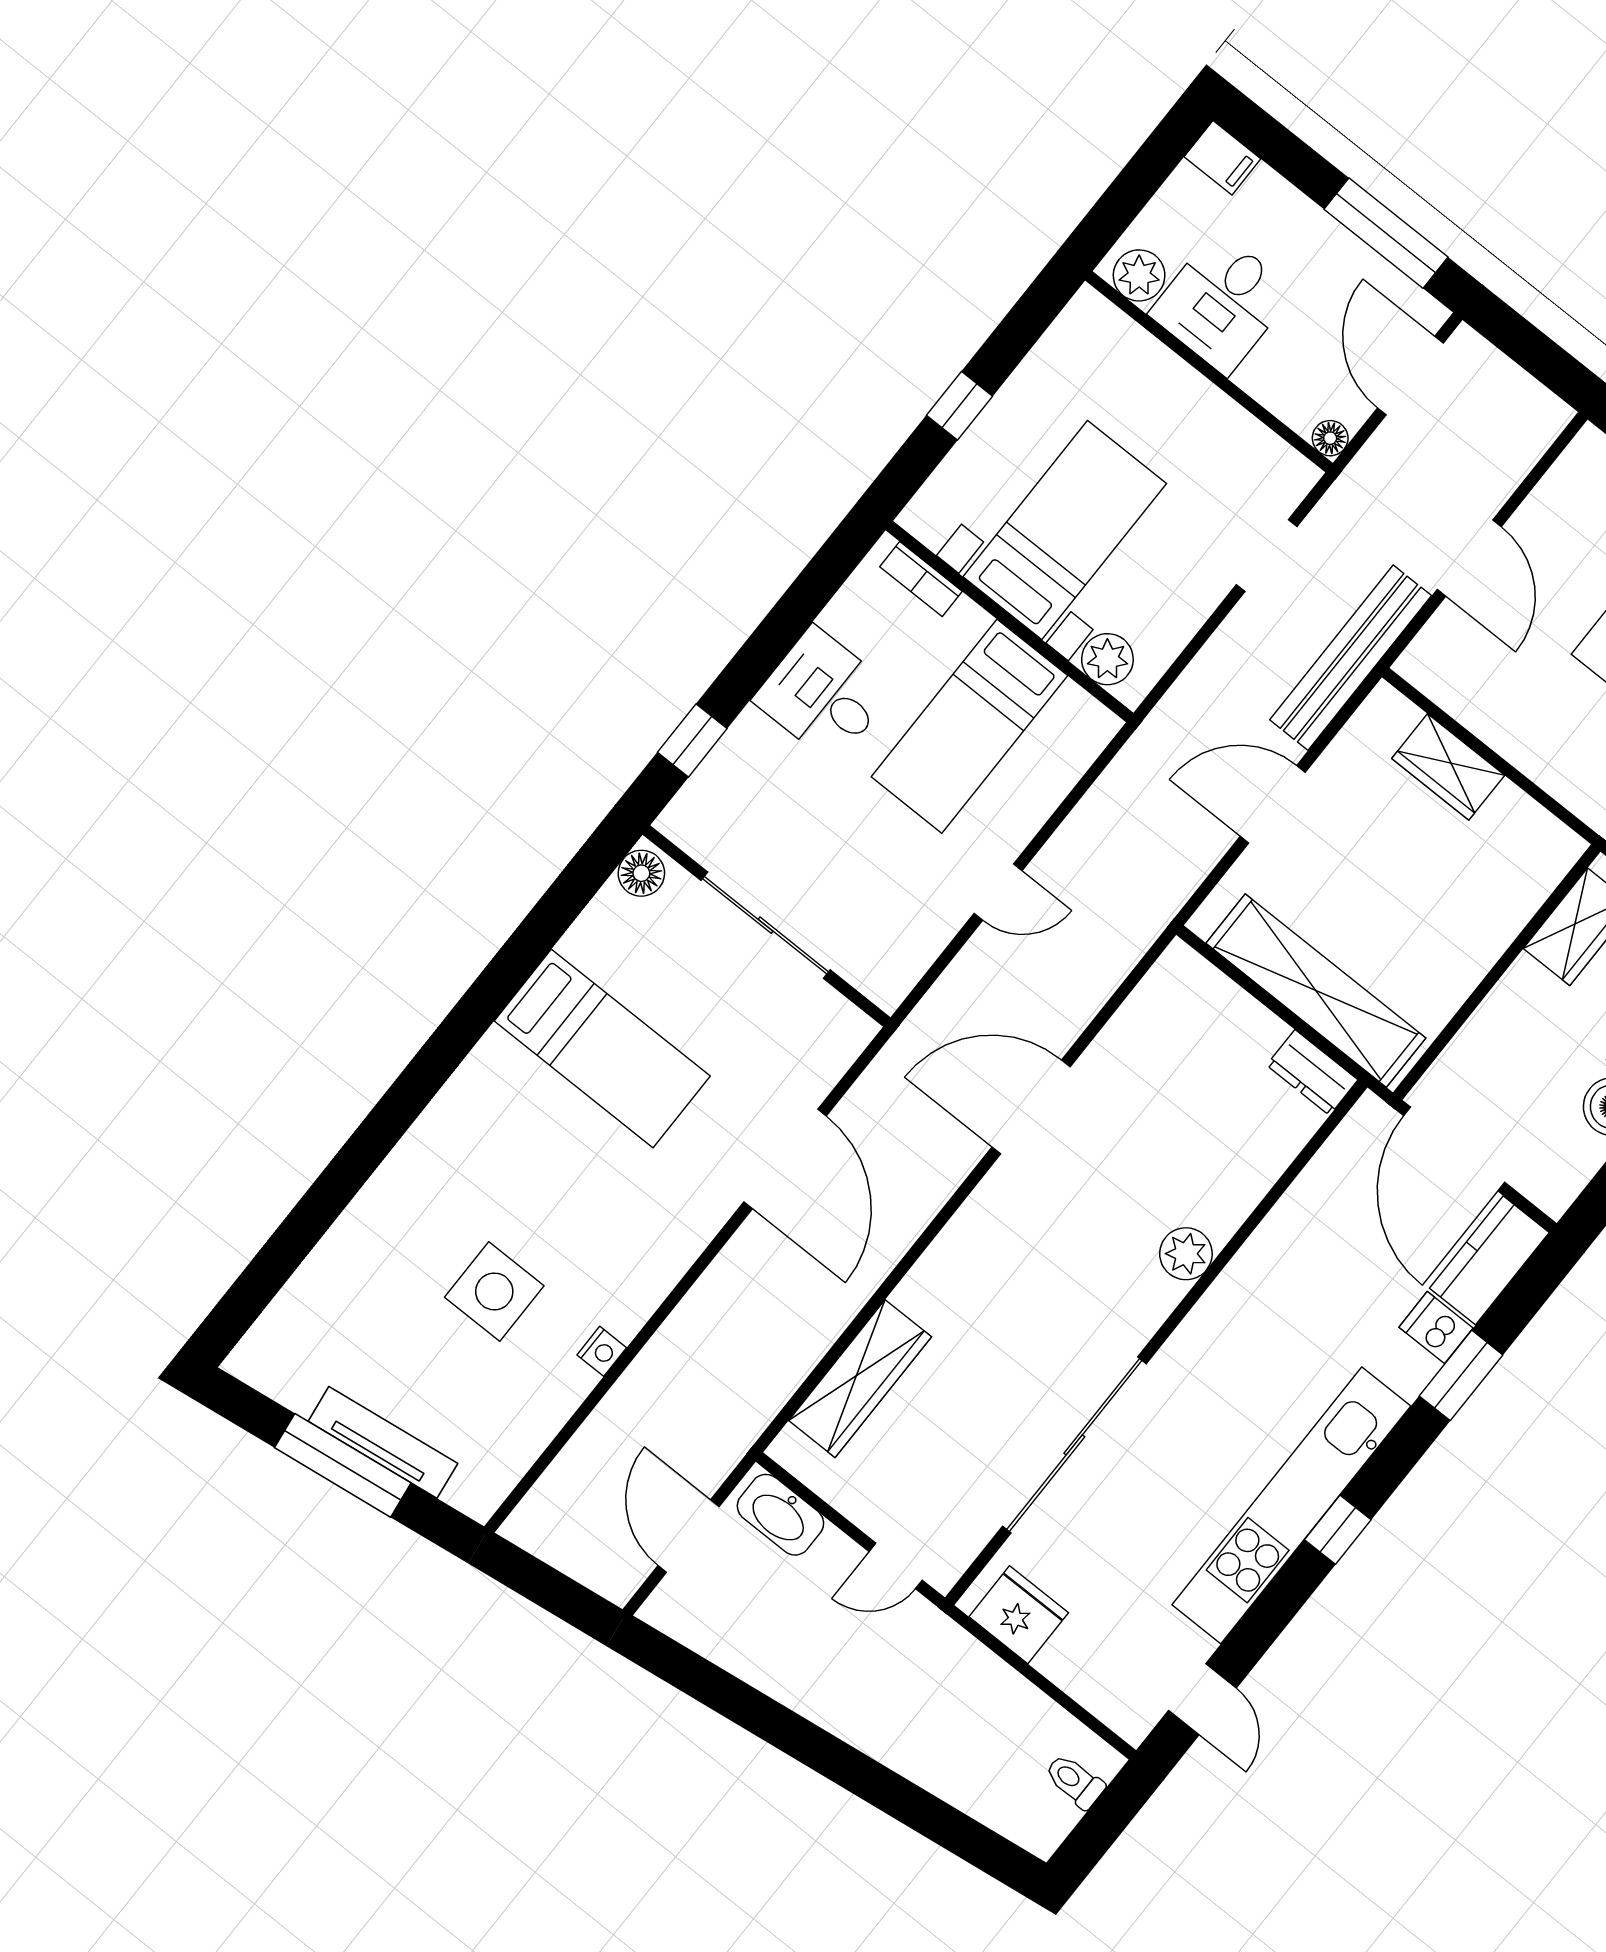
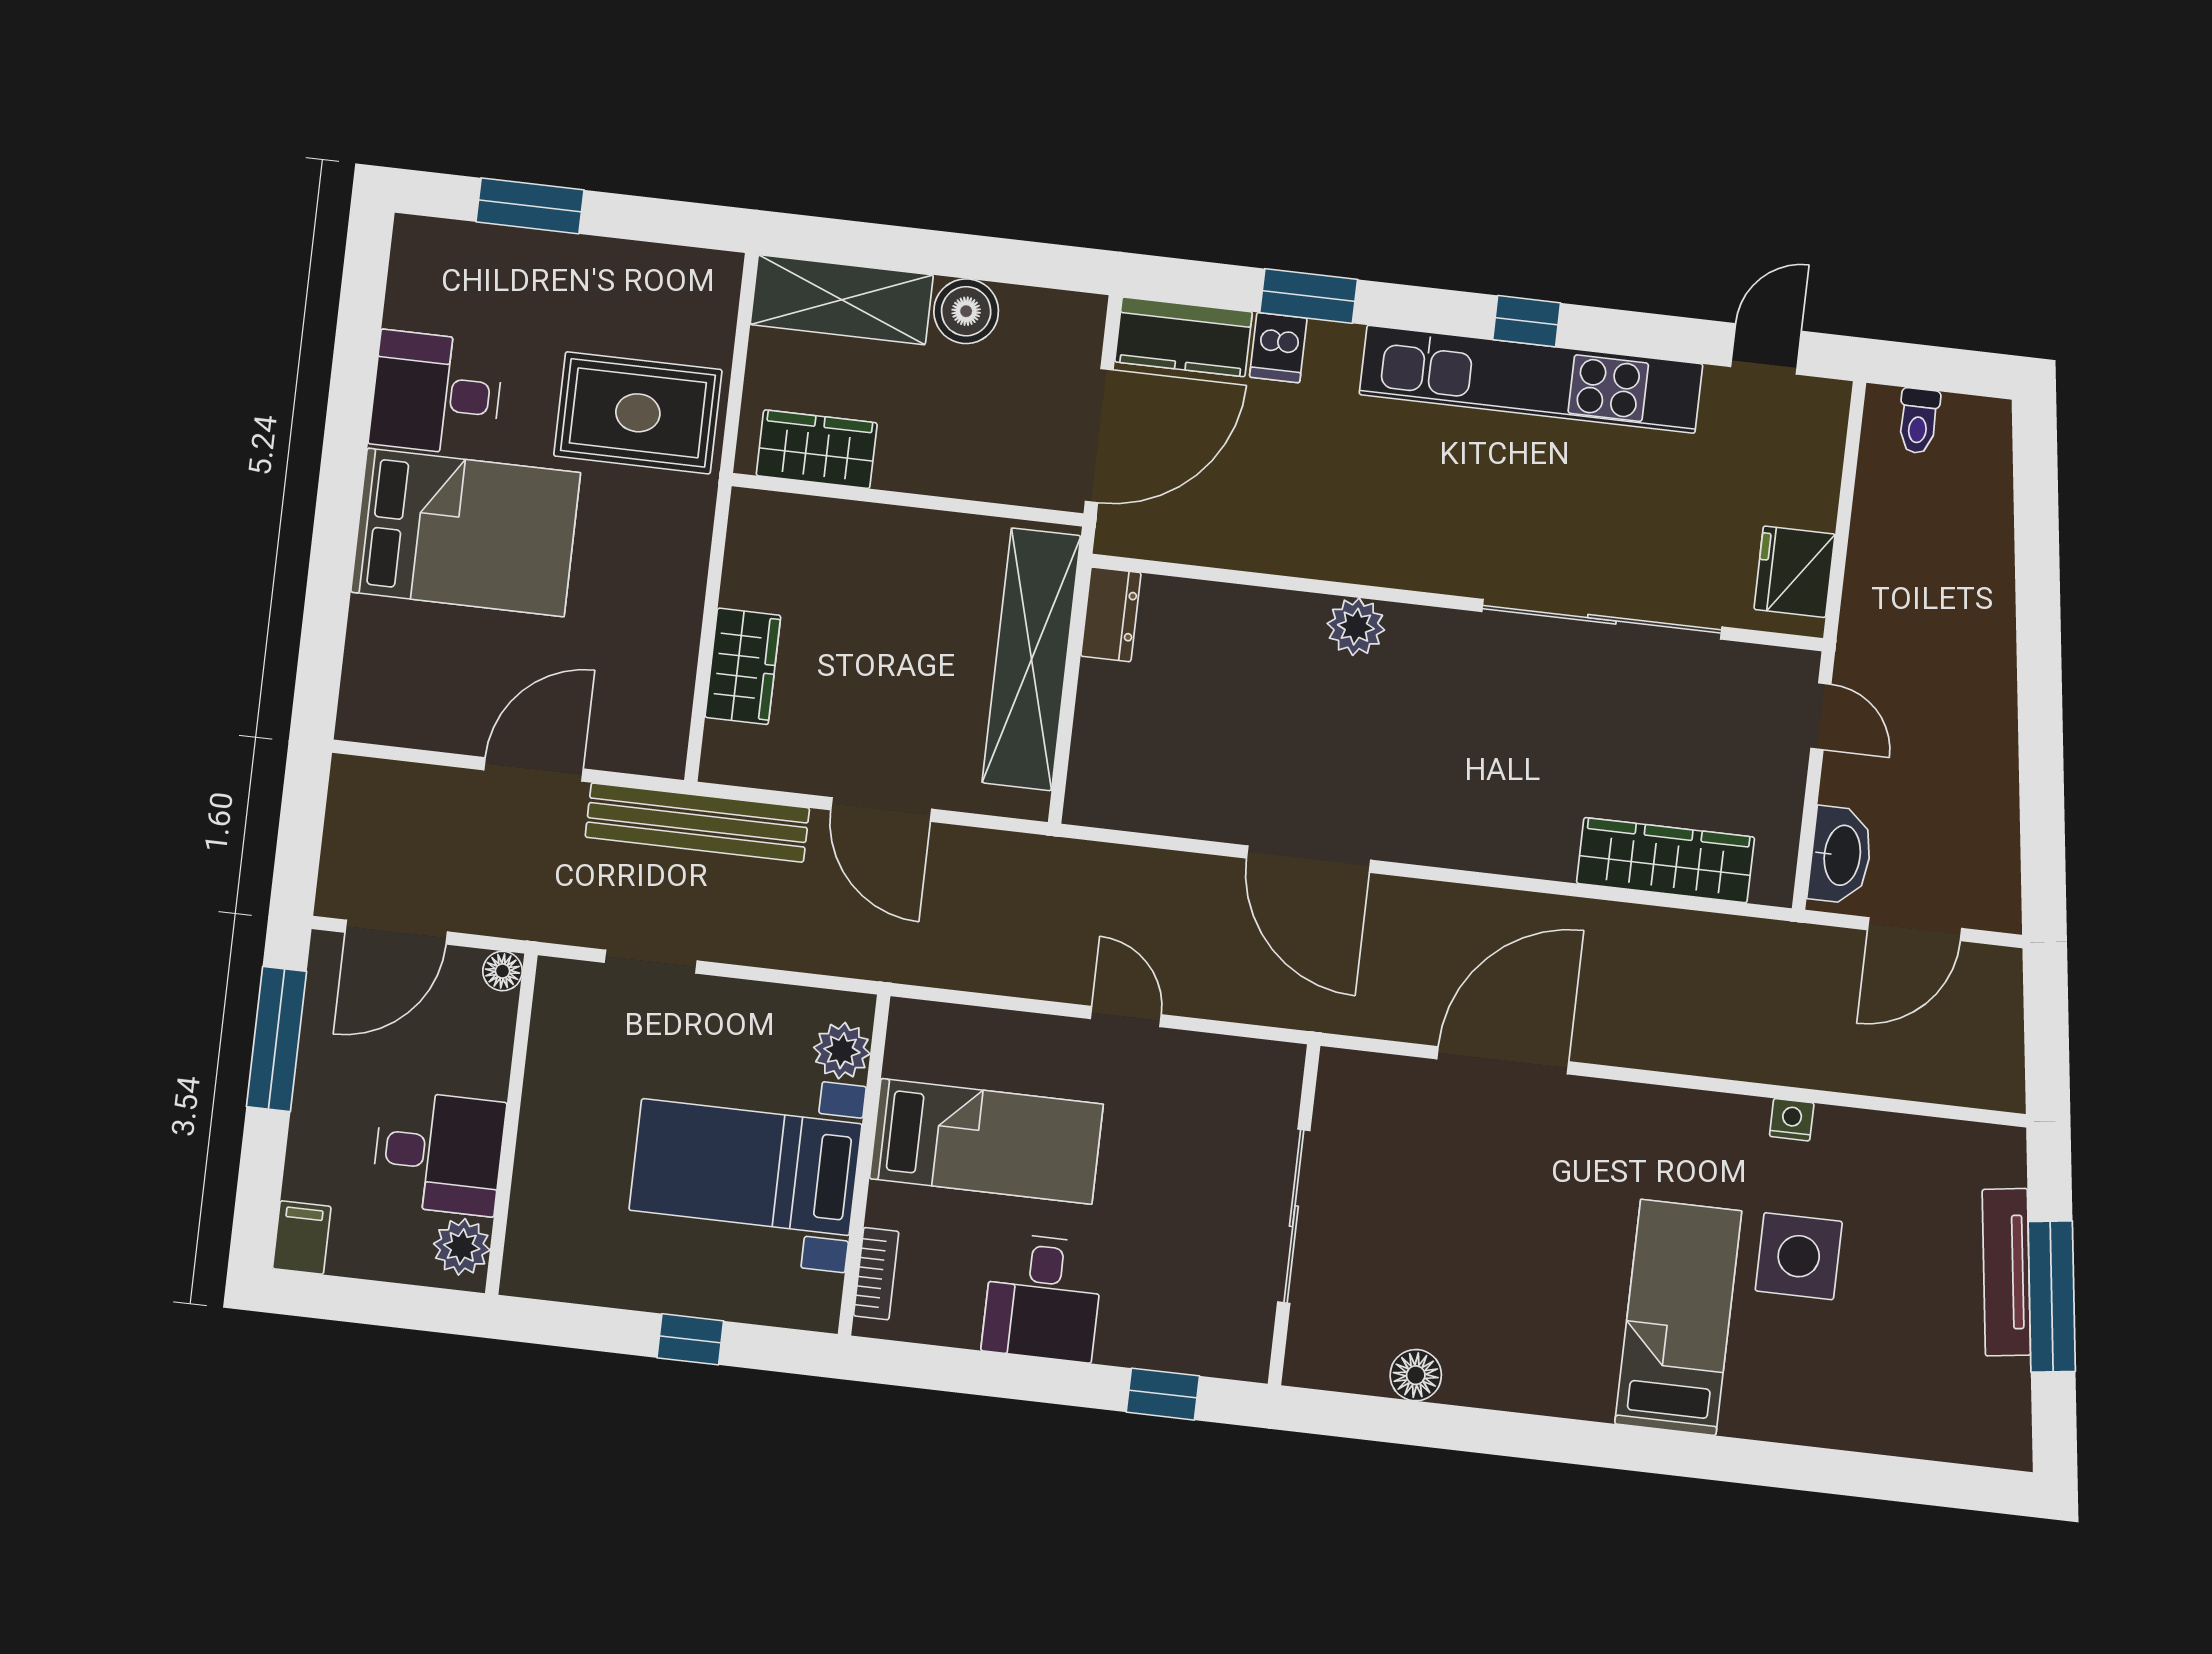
floor lamp: (641, 873) -> (1416, 1375), moved
bed: (602, 1049) -> (1678, 1317), moved

